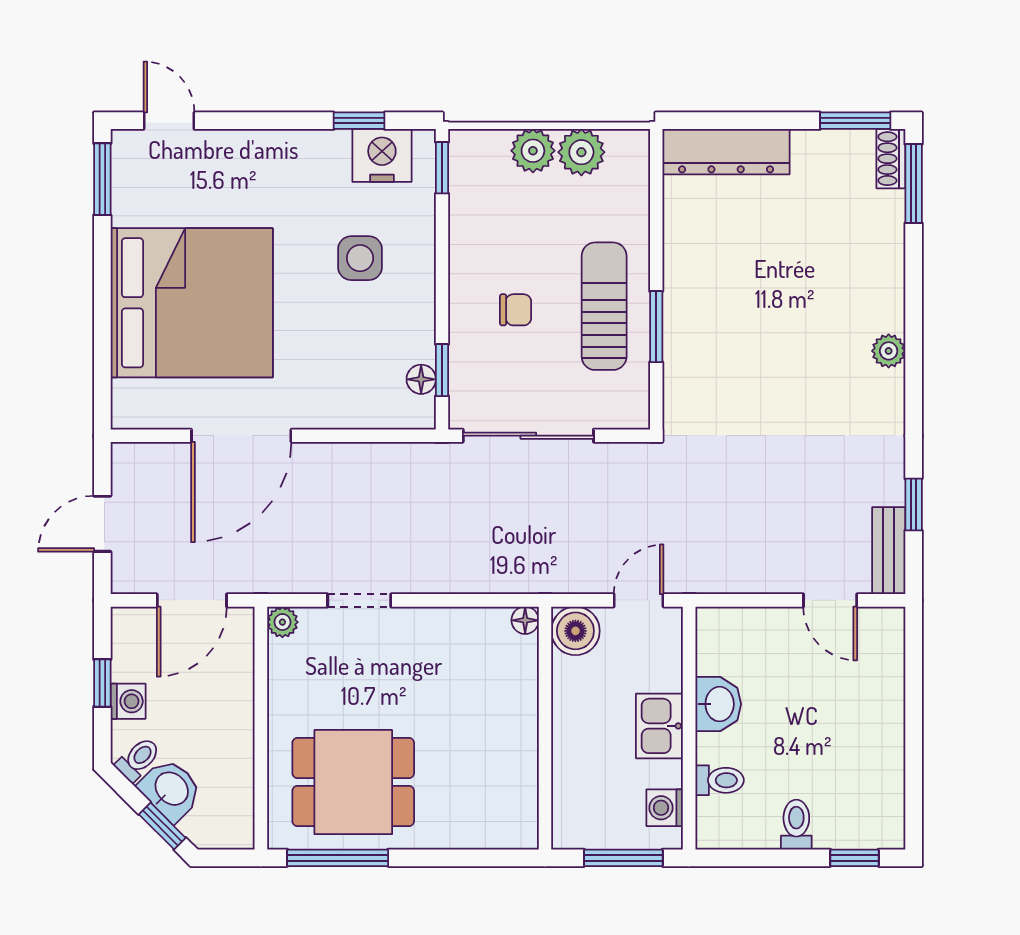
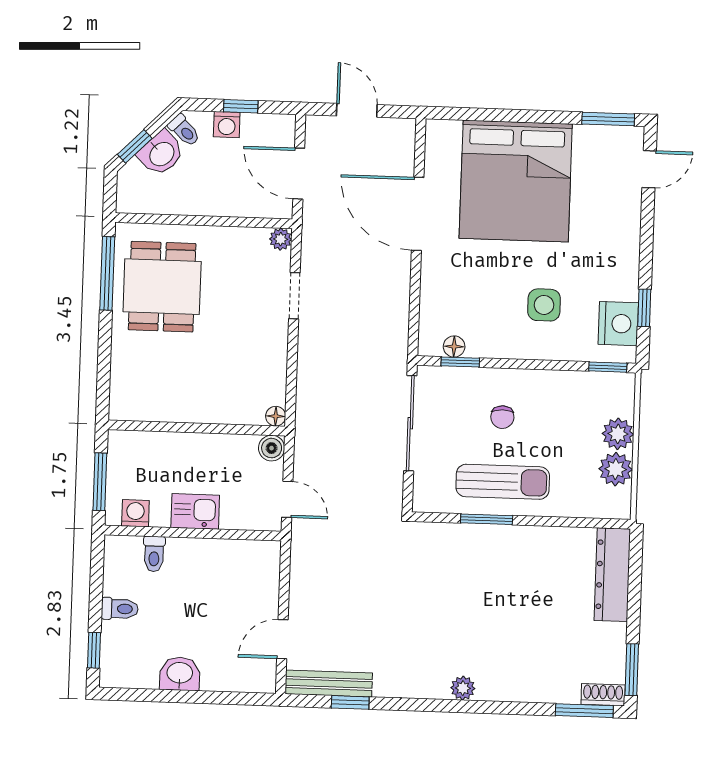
bench: (889, 551) -> (329, 684), width x1.36
boiler: (575, 631) -> (272, 448), width x0.73, depth x0.73
washbasin: (718, 704) -> (180, 674), moved, turned 180

